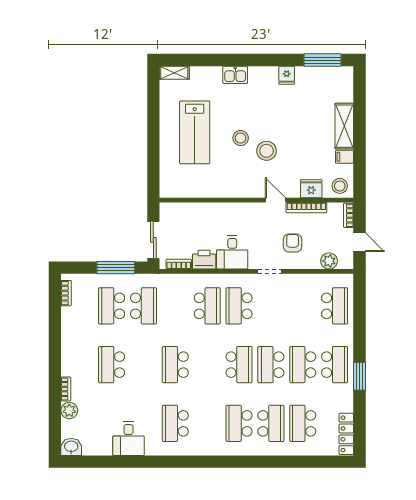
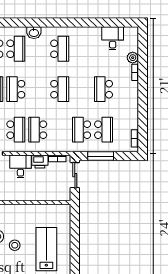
school desk: (112, 365) -> (104, 89), turned 180
desk: (129, 439) -> (113, 38), moved
washbasin: (71, 447) -> (34, 33), moved

